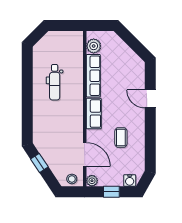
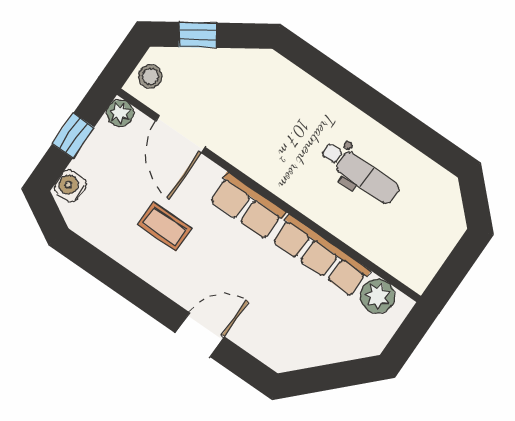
dental chair: (55, 82) -> (360, 173), turned 180
door: (85, 154) -> (180, 134), hinge flipped
window: (39, 163) -> (198, 35), moved

